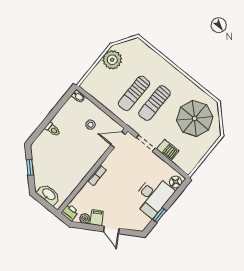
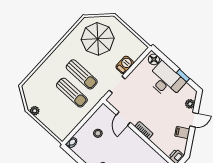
plant: (112, 60) -> (35, 111), width x0.53, depth x0.53
door: (118, 140) -> (123, 119), moved
plant: (85, 218) -> (190, 104), moved

